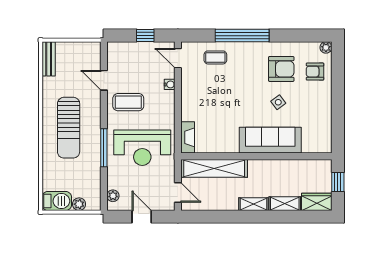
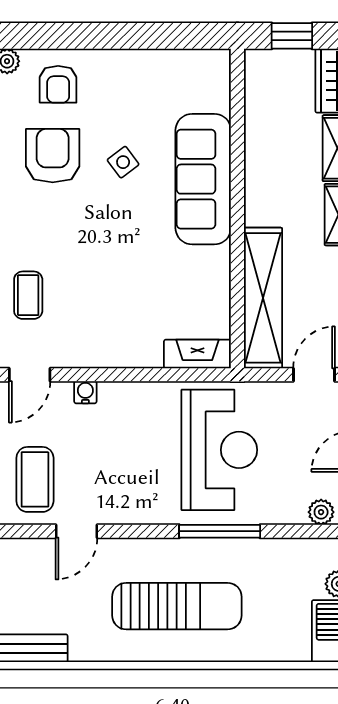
coffee table: (128, 102) -> (35, 479), moved

